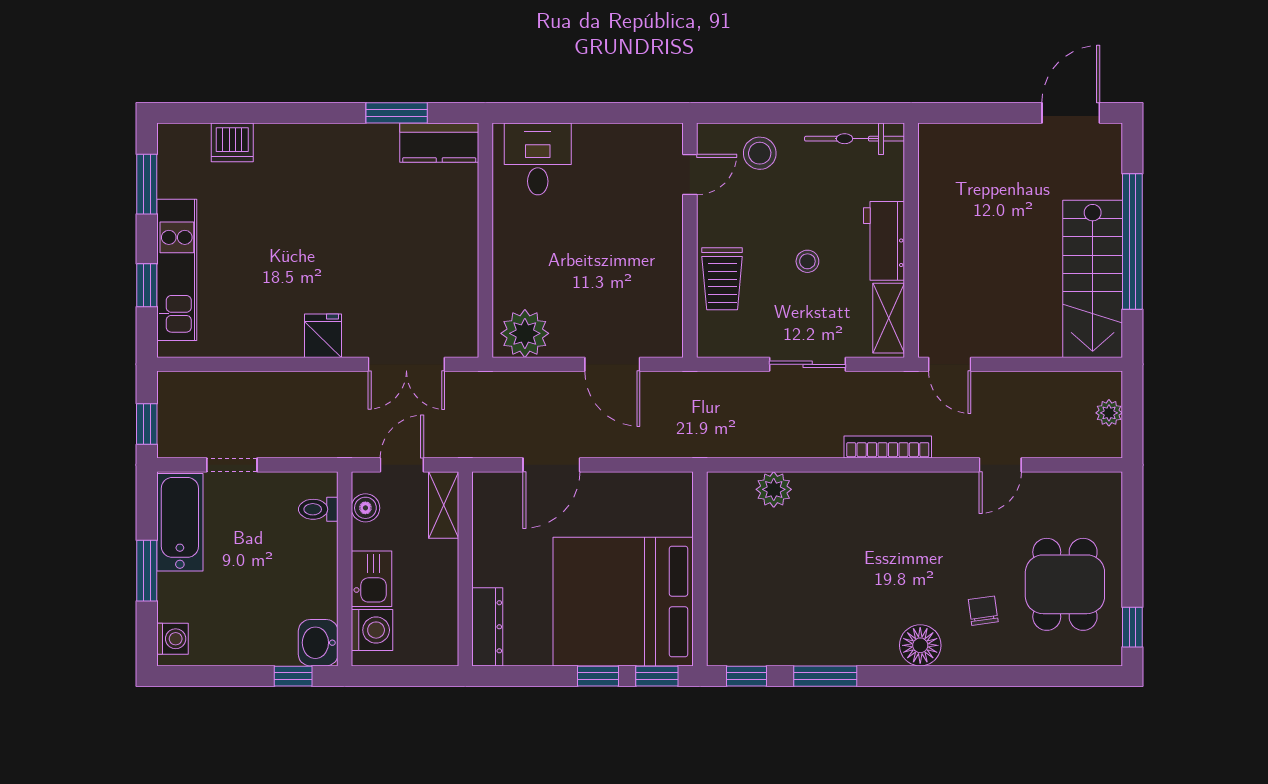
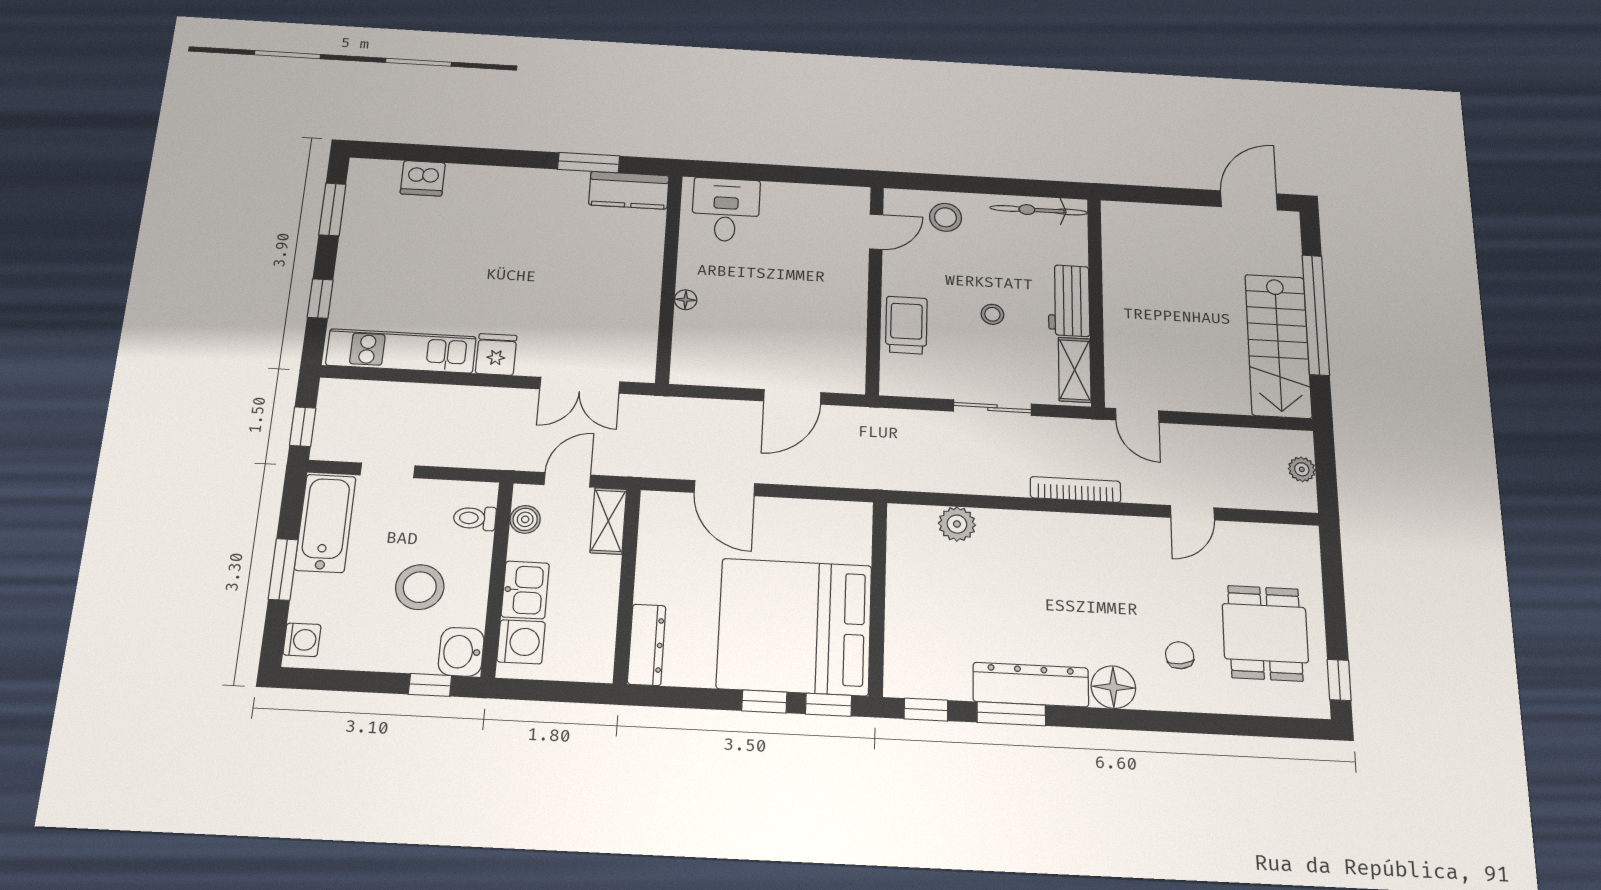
floor lamp: (503, 264) -> (686, 300), added
kitchen unit: (177, 270) -> (401, 351), moved, turned -90
trolley: (722, 279) -> (906, 325), turned 180
plant: (525, 333) -> (704, 364), removed
door: (612, 364) -> (792, 397), hinge flipped
door: (551, 465) -> (724, 488), hinge flipped
stool: (274, 581) -> (420, 587), added
dresser: (843, 647) -> (1031, 685), added

